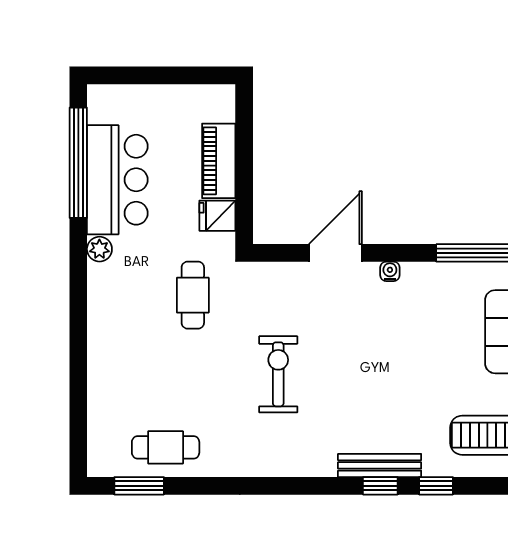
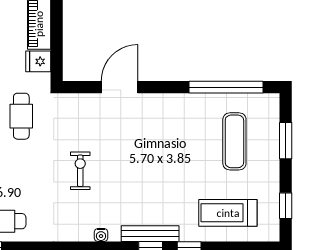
water cooler: (390, 271) -> (101, 235), moved, turned 180
exercise bike: (278, 374) -> (80, 171), width x0.73, depth x0.72

